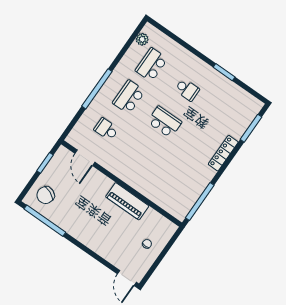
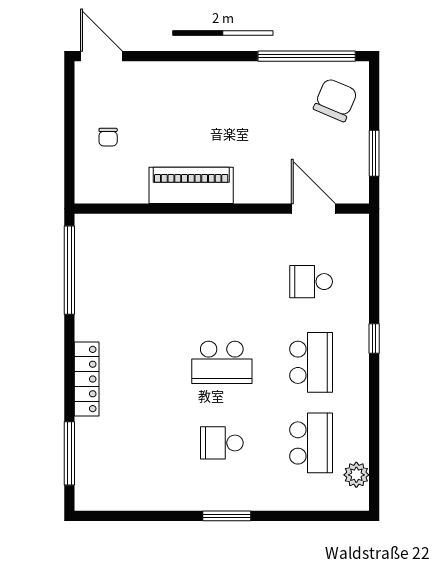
window: (224, 72) -> (227, 516), moved
window: (97, 89) -> (374, 338), width x0.32
school desk: (106, 129) -> (311, 282), turned 180

